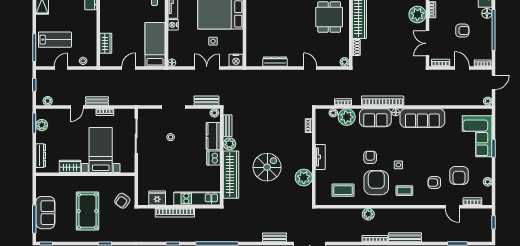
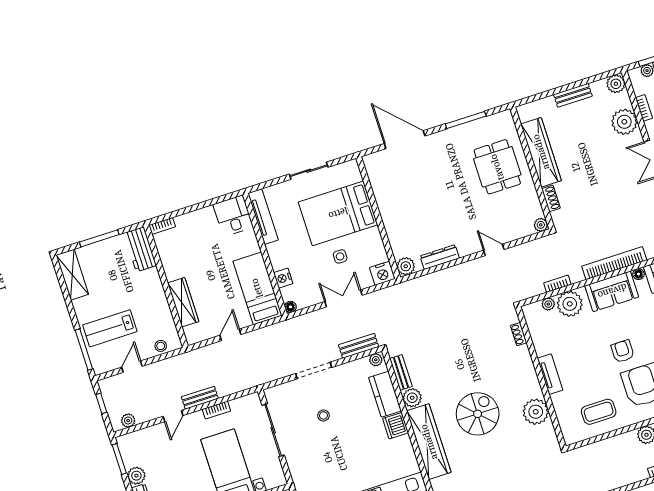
nightstand: (173, 25) -> (283, 278), moved
lab bench: (55, 40) -> (110, 328), turned 180
wardrobe: (106, 43) -> (183, 302), width x1.50
plant: (252, 61) -> (406, 266), added
plant: (42, 125) -> (136, 476), moved

